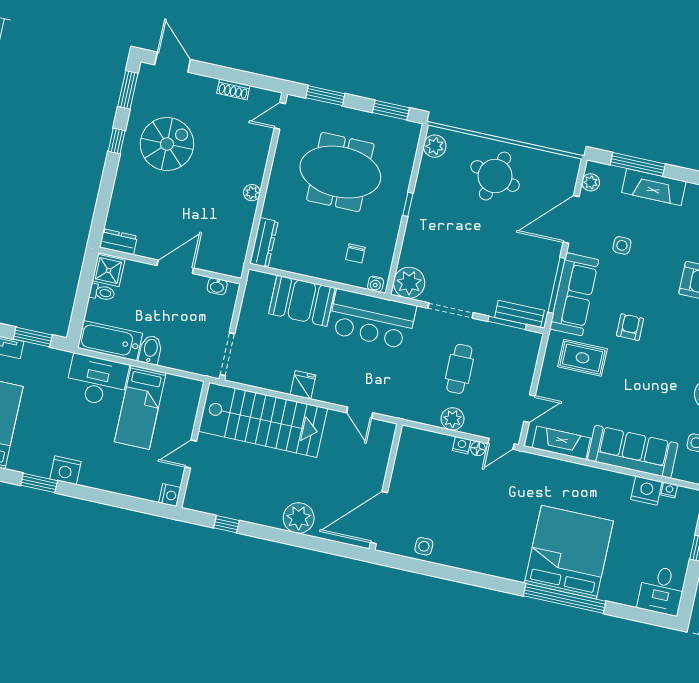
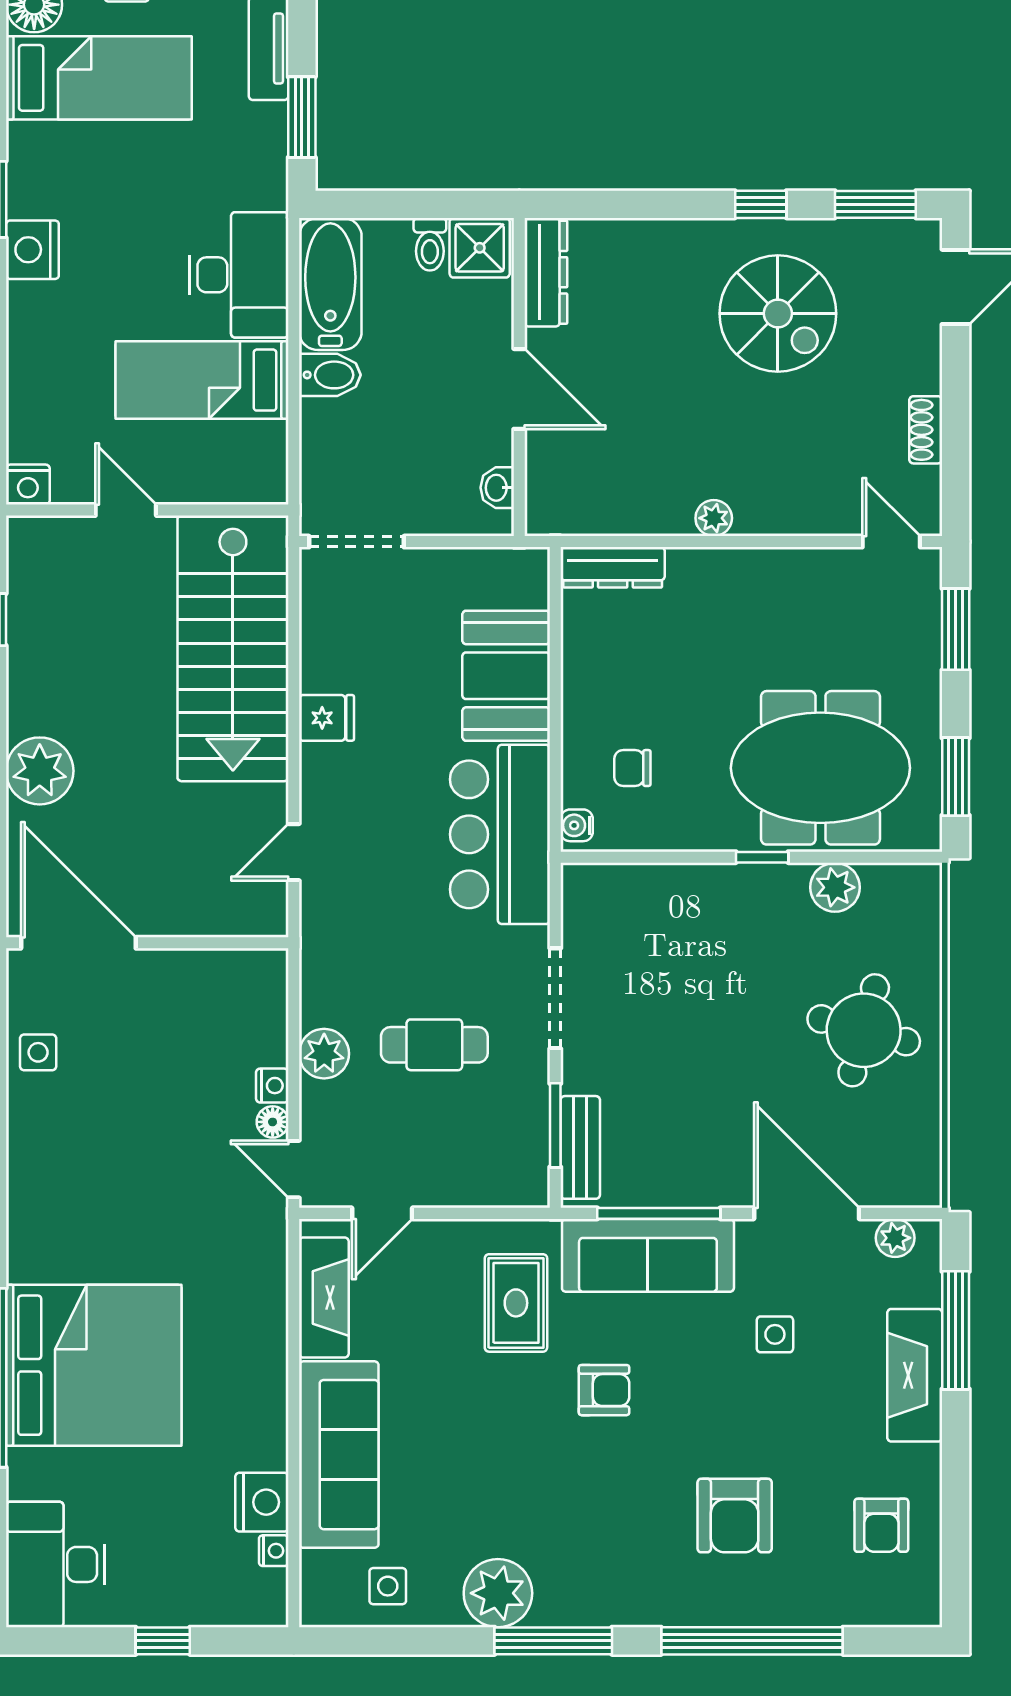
plant: (435, 146) -> (835, 887), moved
meeting table: (340, 172) -> (820, 768), moved, turned 90
dresser: (118, 242) -> (546, 272), width x1.44
plant: (409, 283) -> (595, 897), removed
door: (529, 409) -> (382, 1213), hinge flipped
desk: (662, 590) -> (55, 1564), width x1.37

